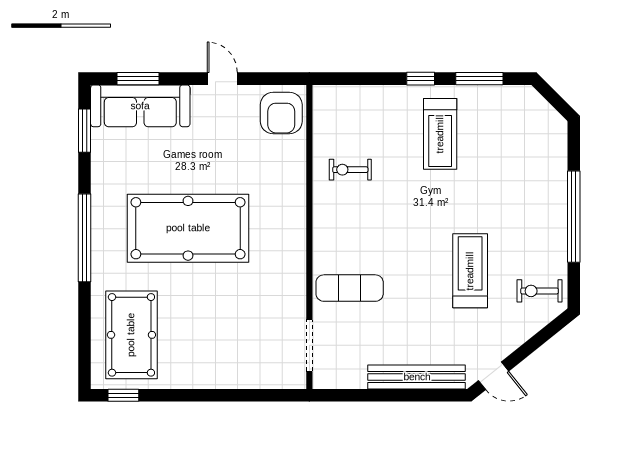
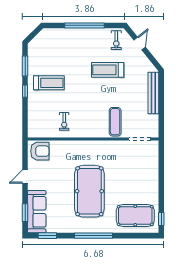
door: (493, 376) -> (140, 44), moved

